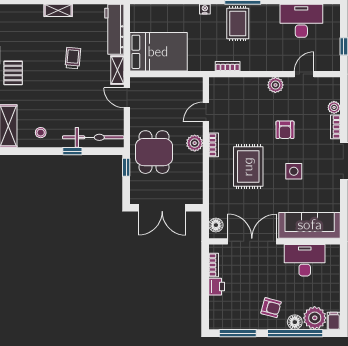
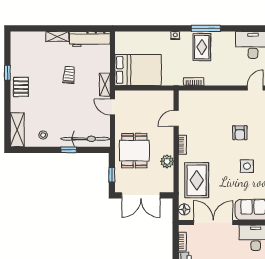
workbench: (114, 29) -> (90, 39), moved, turned -90
plant: (275, 85) -> (232, 97), removed
plant: (195, 143) -> (167, 161), moved
window: (126, 167) -> (112, 175), moved
rug: (248, 167) -> (197, 180), moved

